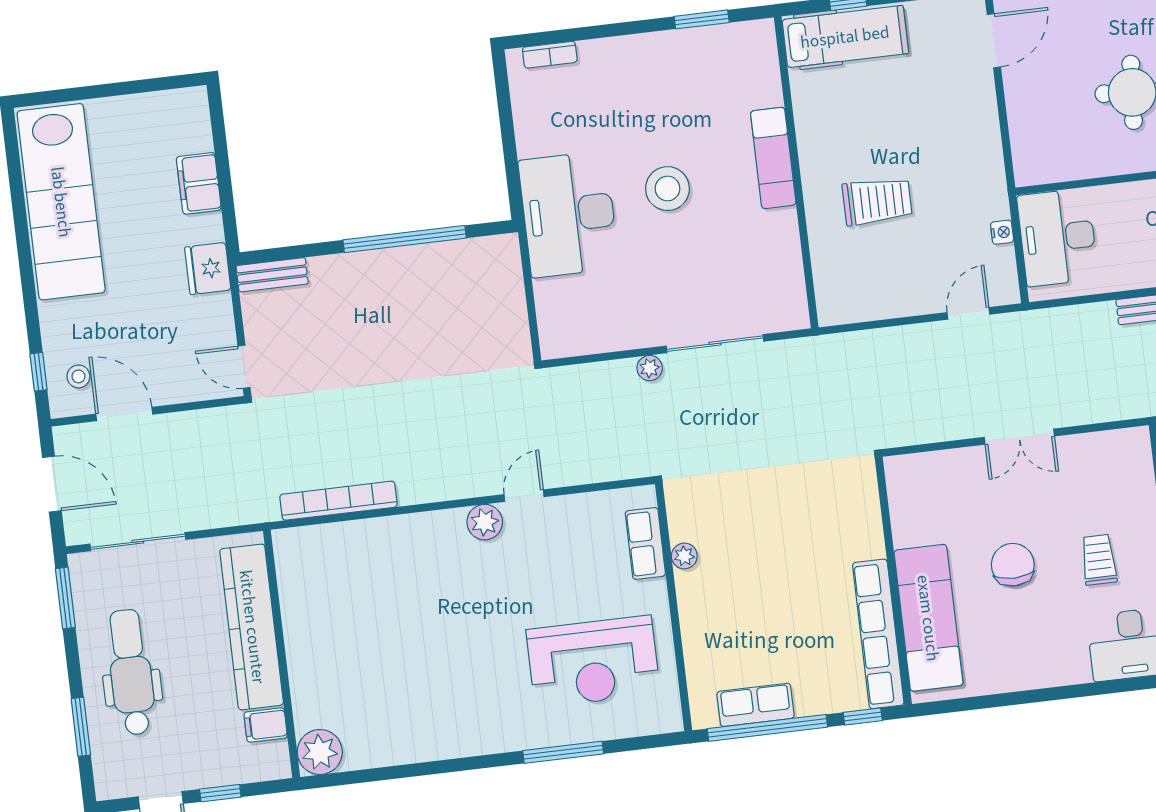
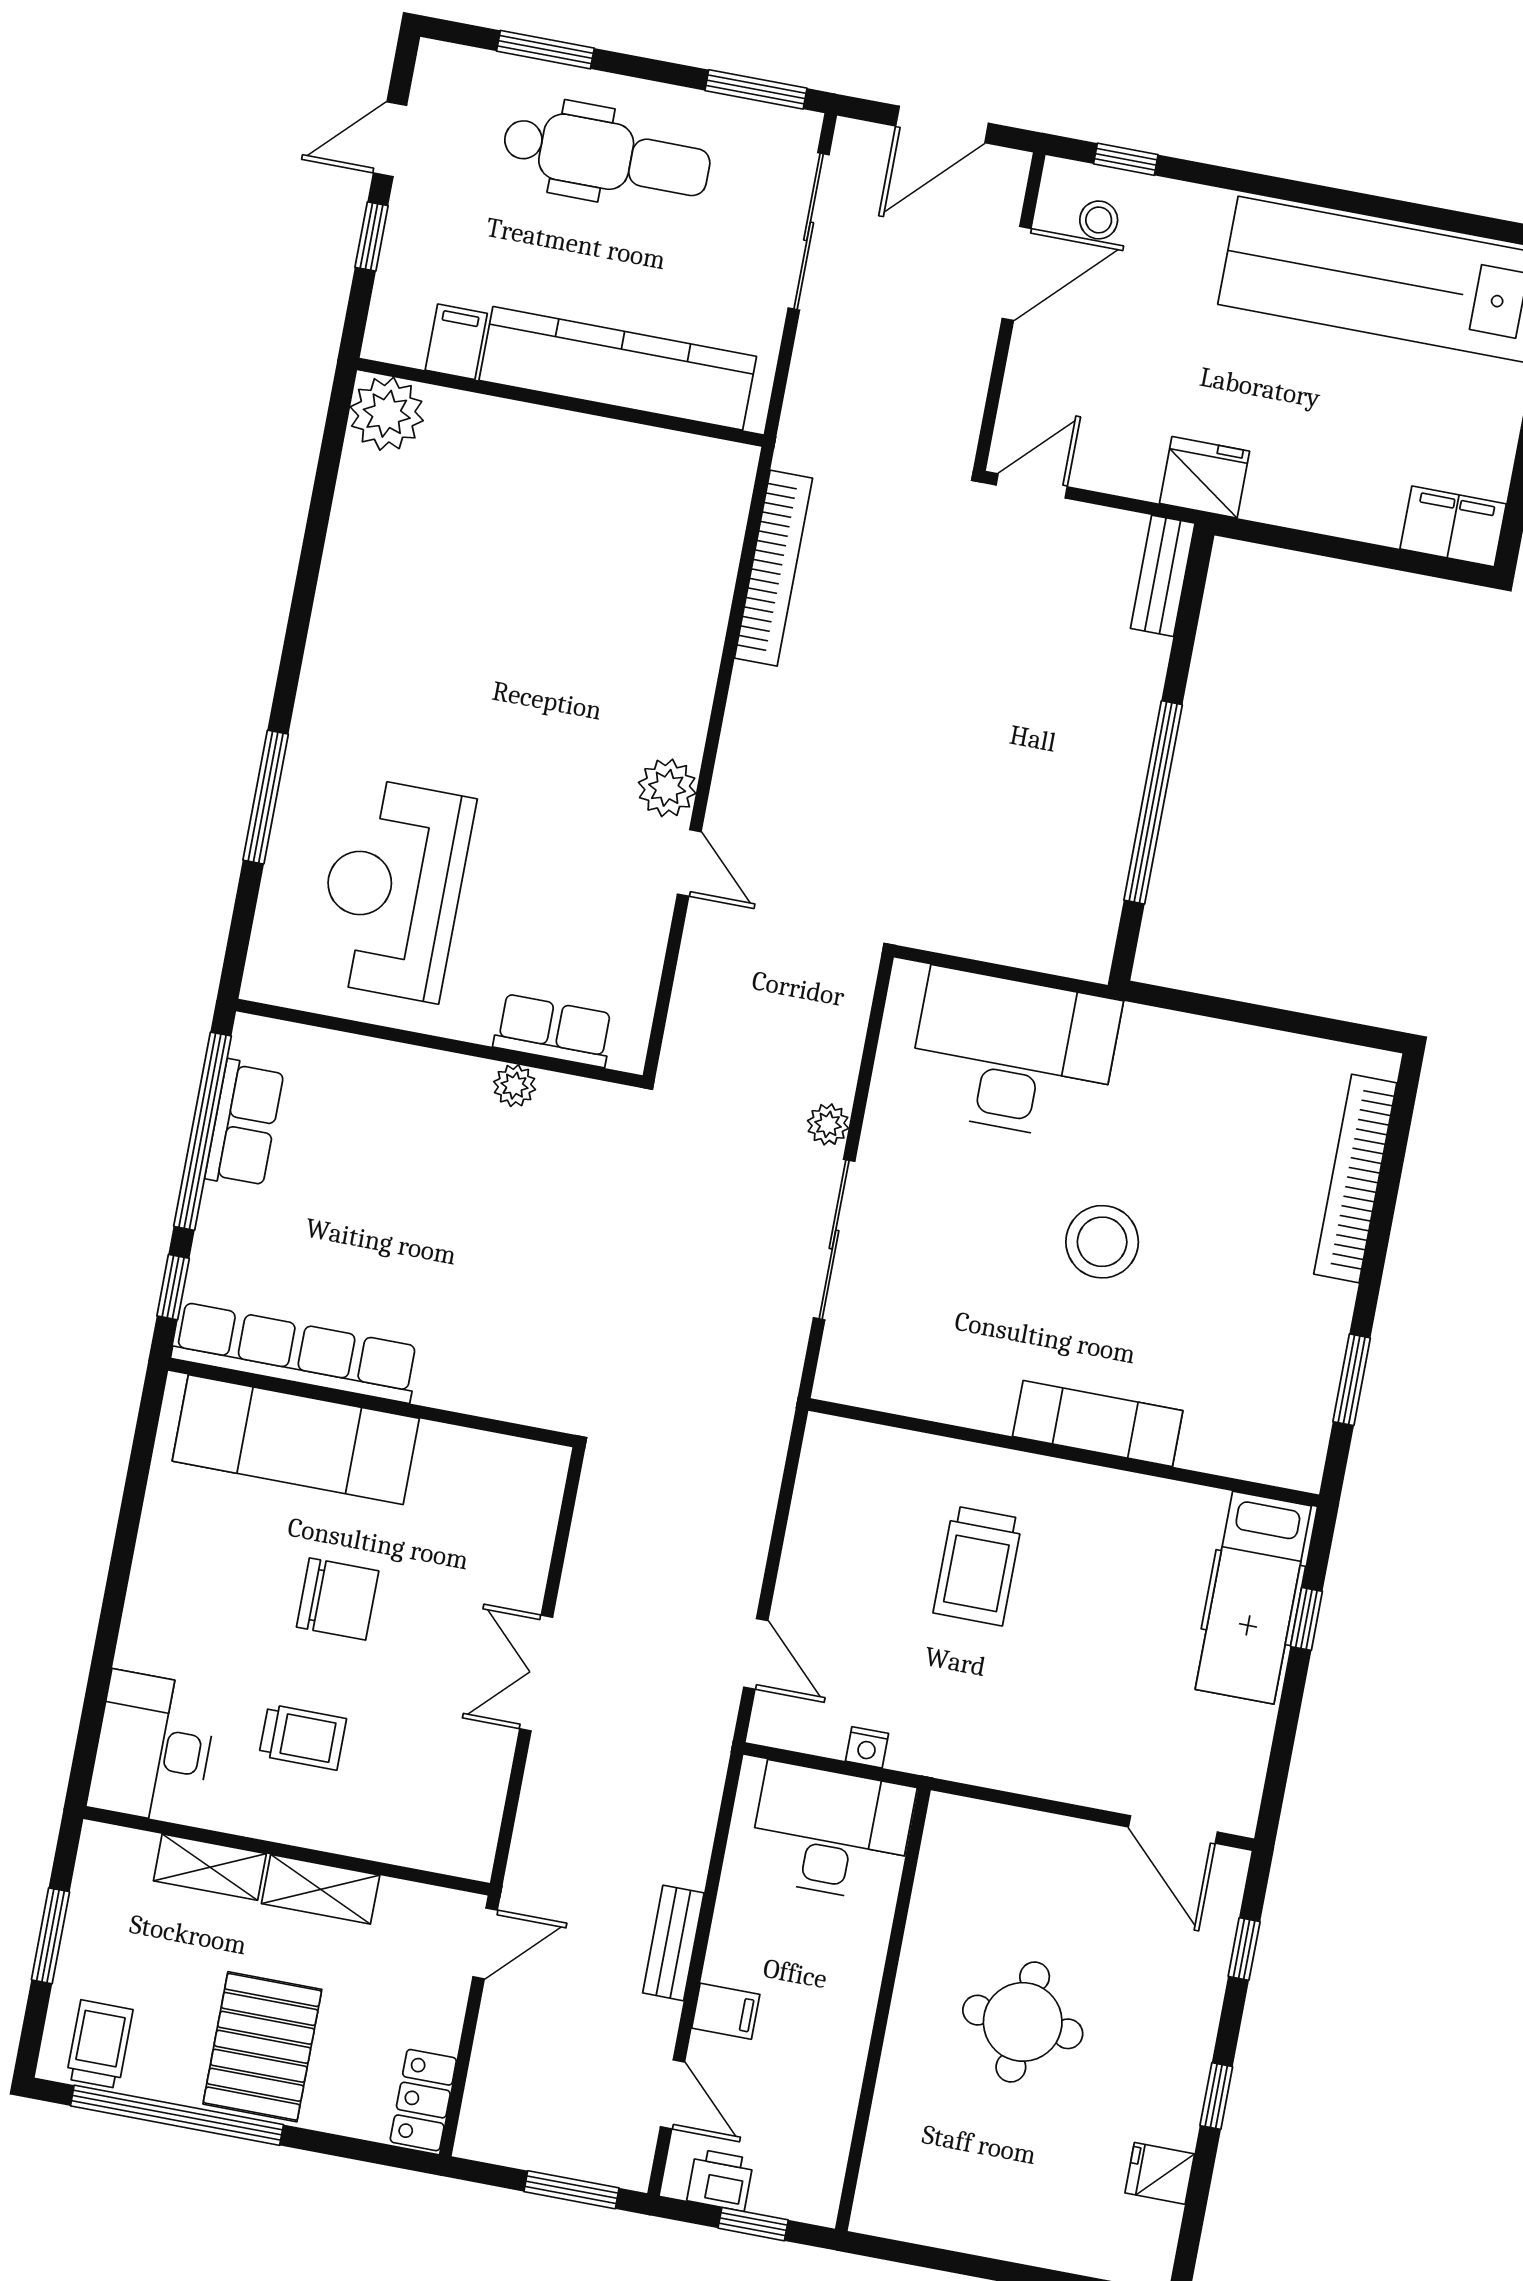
bookcase: (550, 55) -> (1355, 1178), width x2.31, depth x1.31
filing cabinet: (199, 183) -> (1453, 526), moved
desk: (569, 214) -> (1014, 1055), moved

